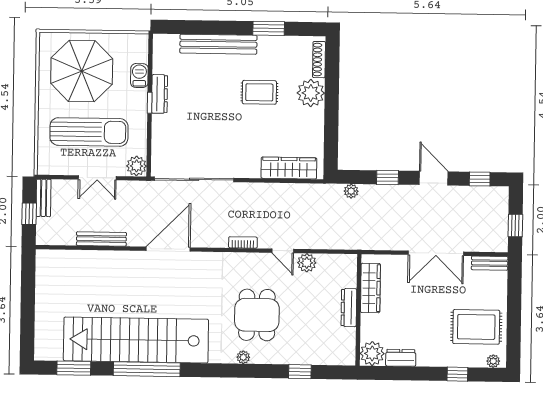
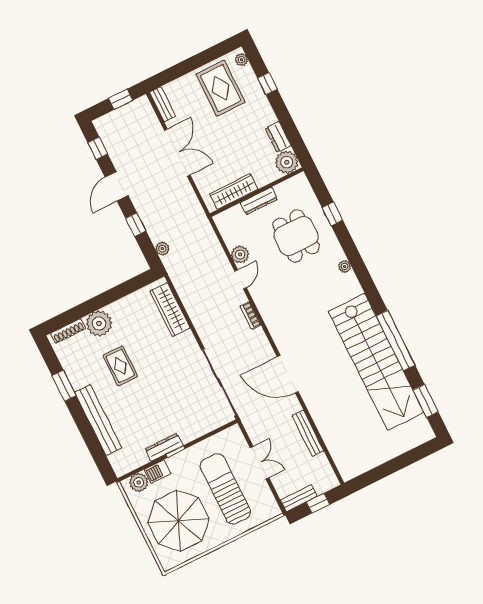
plant: (136, 166) -> (139, 482), moved
dining table: (257, 315) -> (296, 236), moved, turned 90

